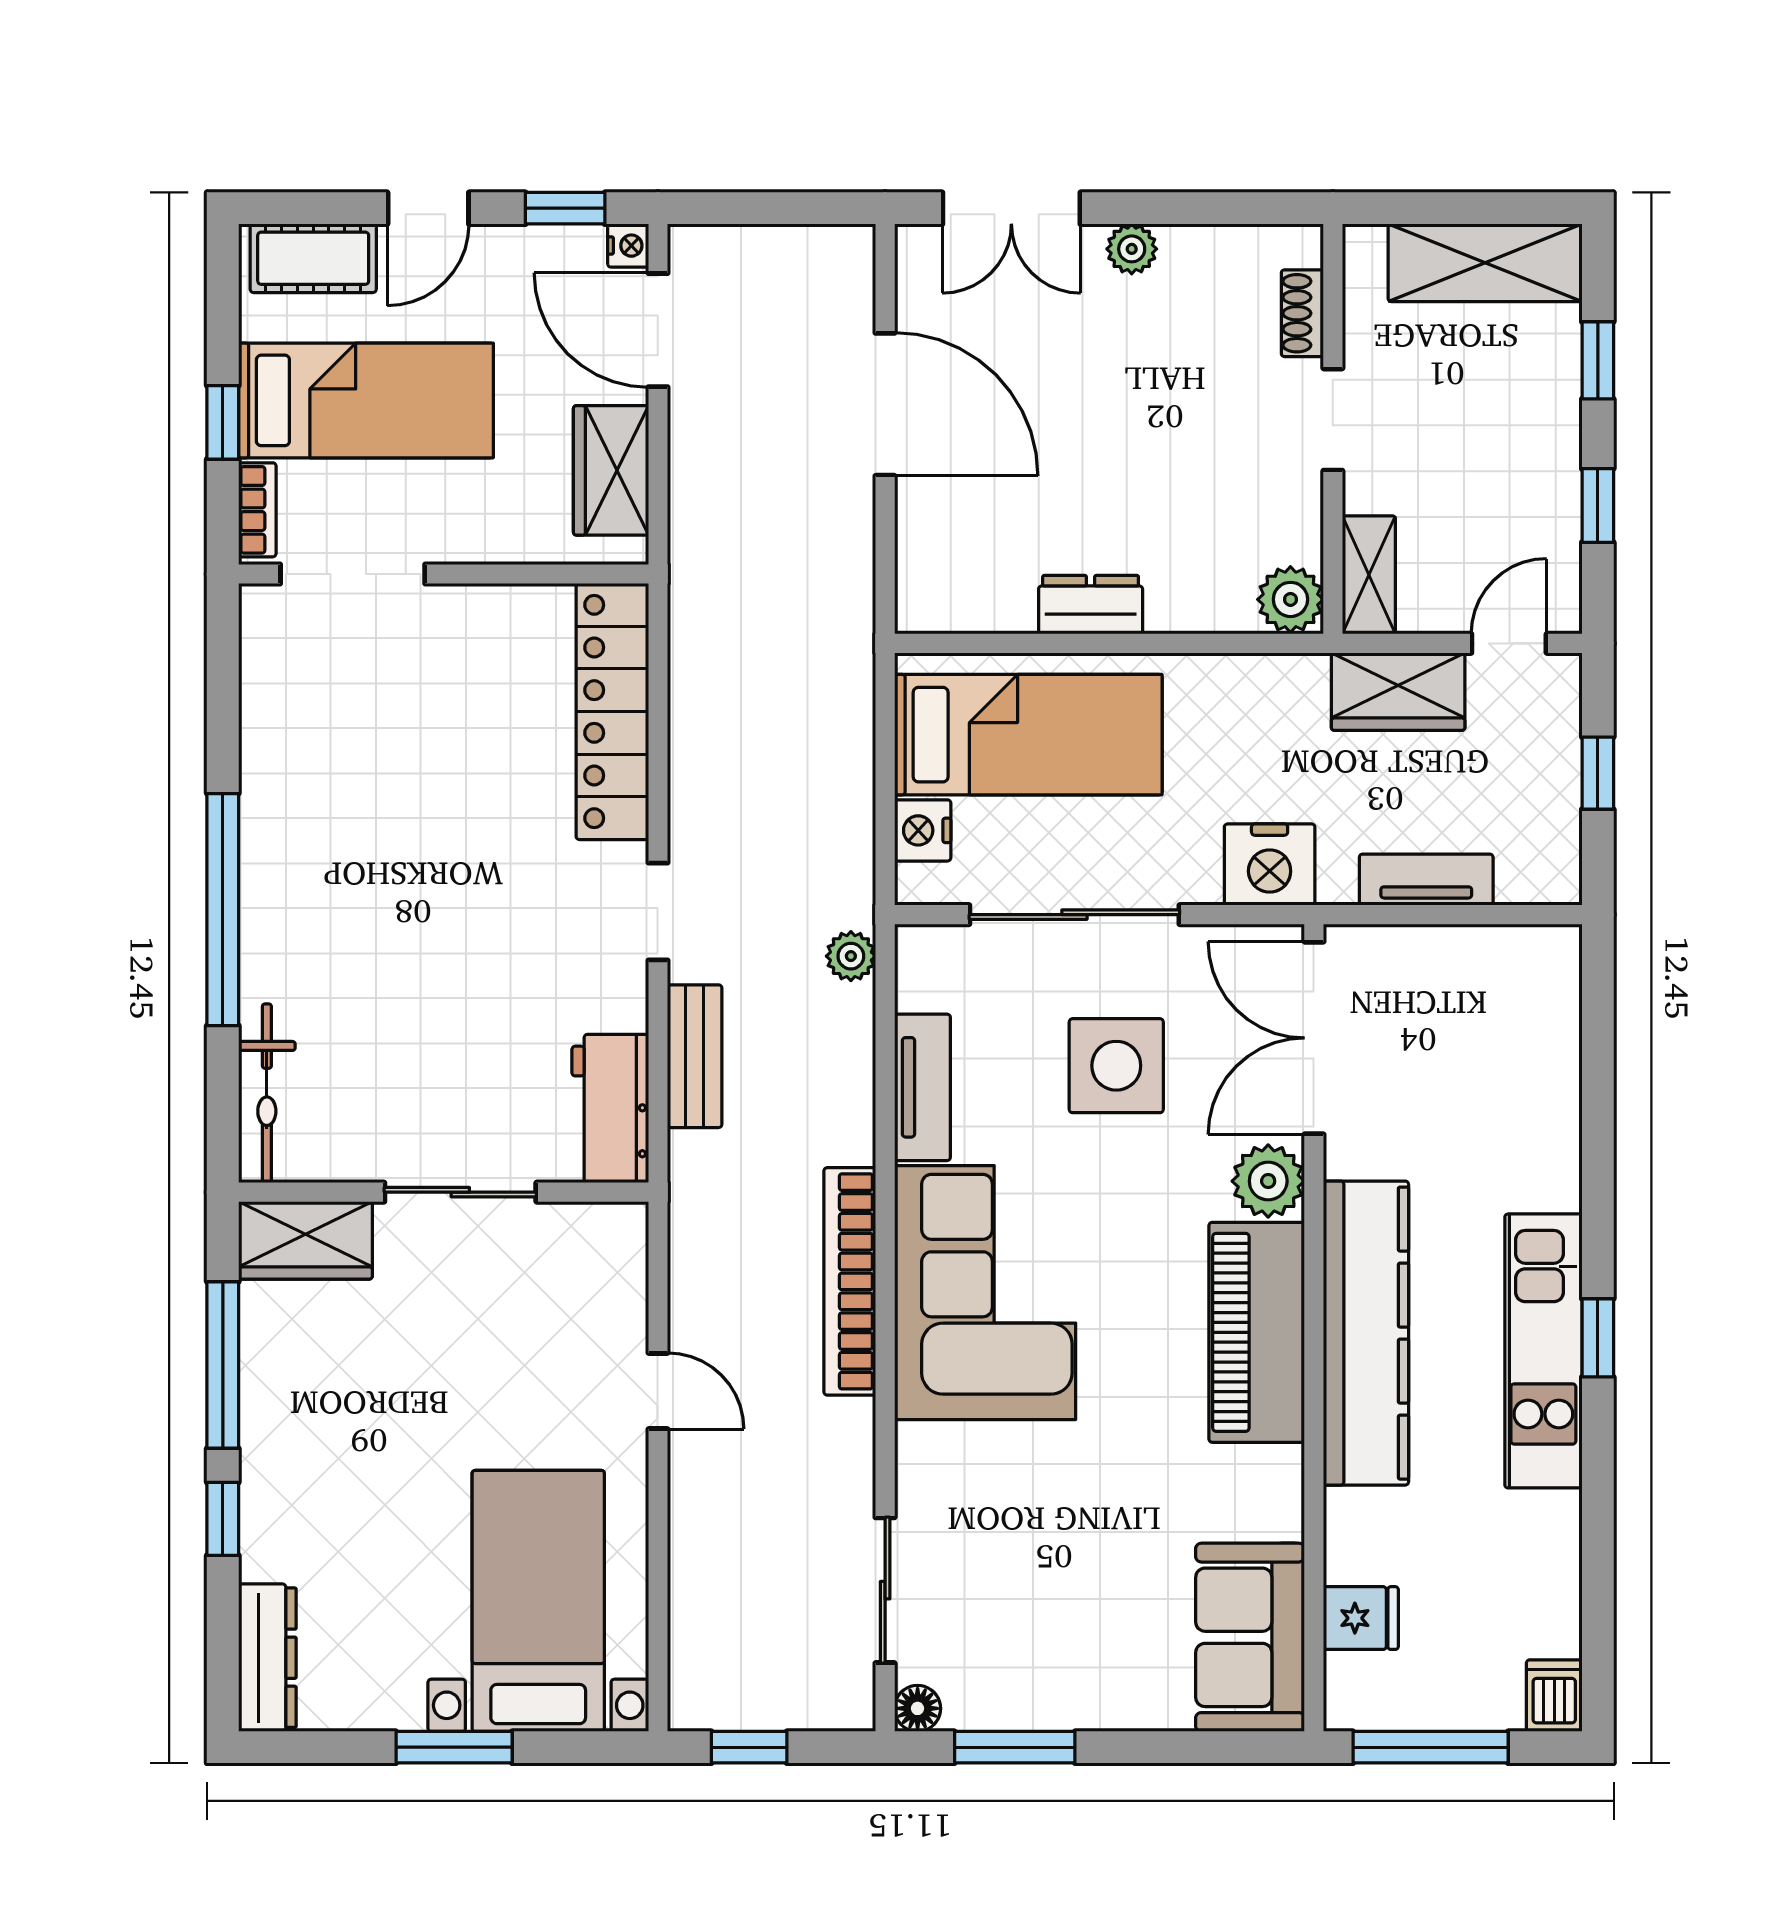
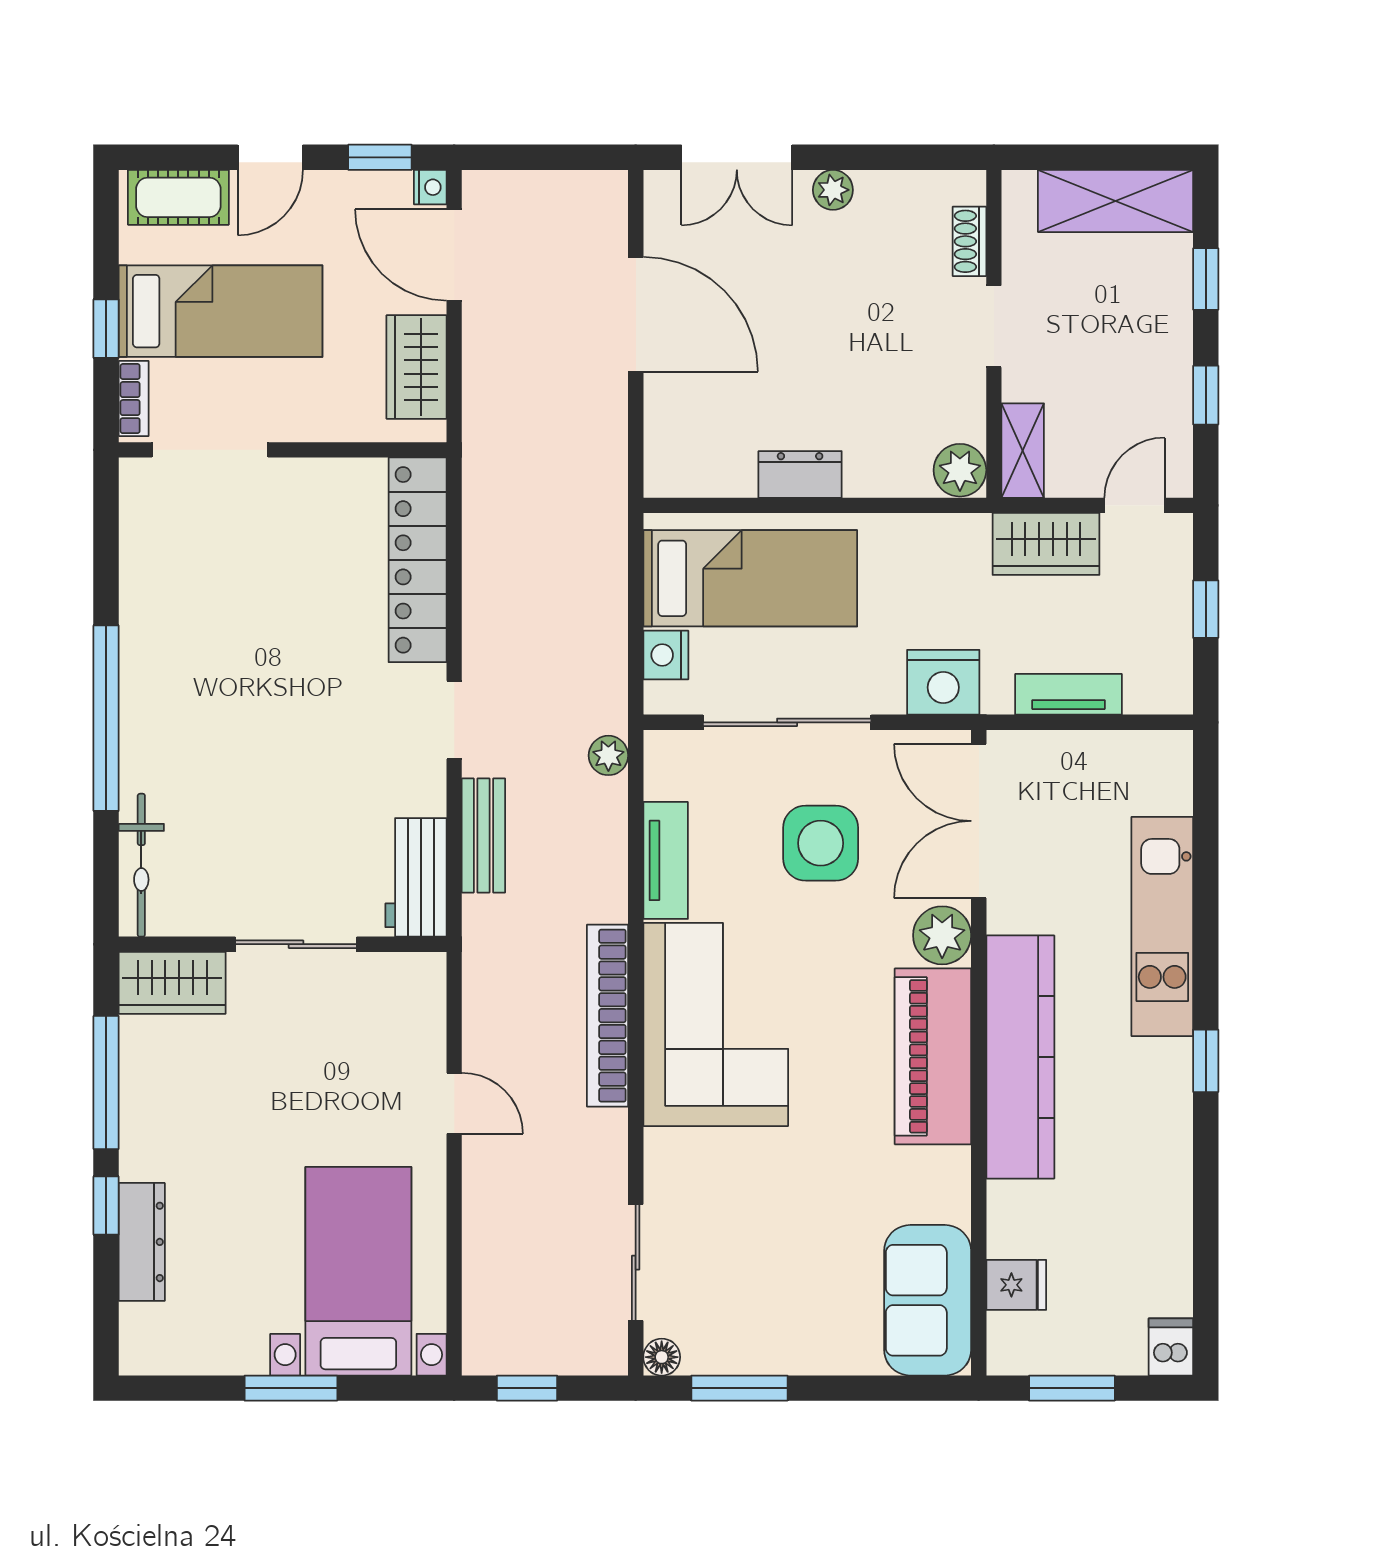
kitchen unit: (1543, 1351) -> (1162, 927), moved
dresser: (267, 1658) -> (142, 1242), moved
window: (1431, 1747) -> (1072, 1388), width x0.69

